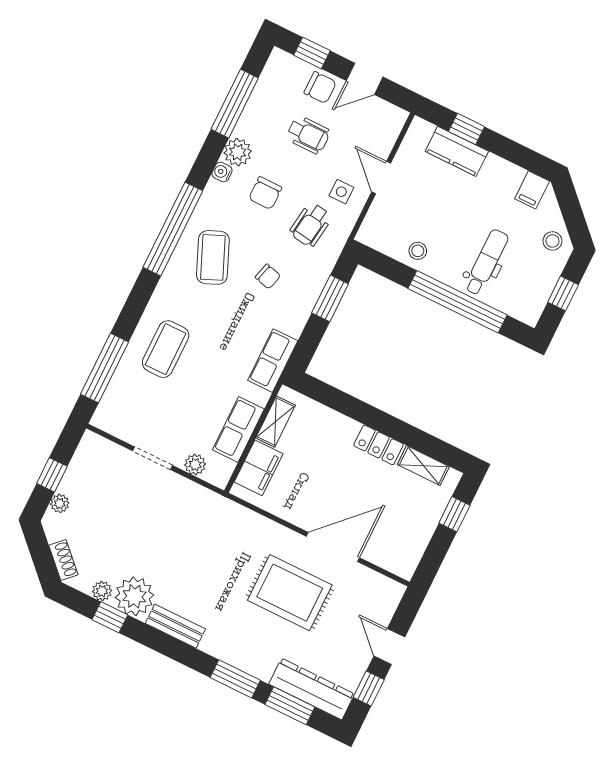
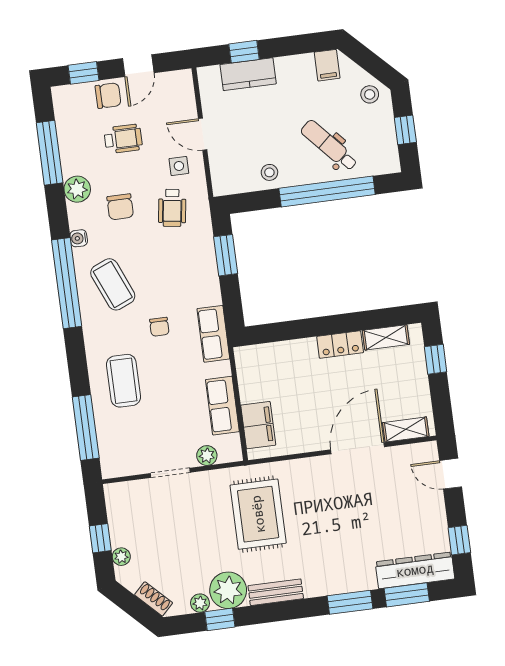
water cooler: (222, 172) -> (79, 238), moved
dental chair: (486, 262) -> (329, 146), turned -42
chair: (268, 276) -> (159, 327), moved, turned 75
shelving: (276, 422) -> (406, 429), moved, turned 90
rug: (290, 593) -> (258, 514), moved, turned 90
door: (389, 647) -> (451, 474), moved

